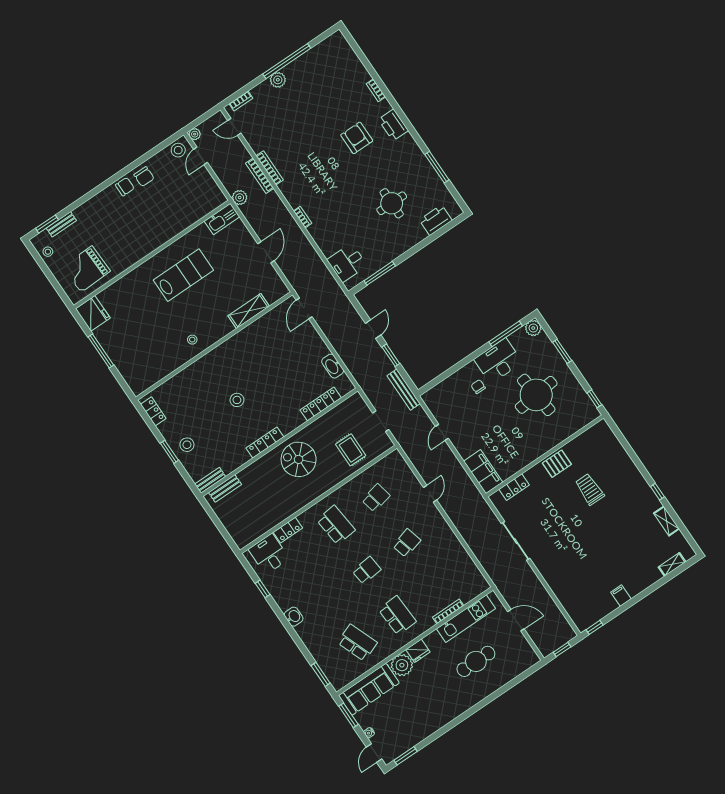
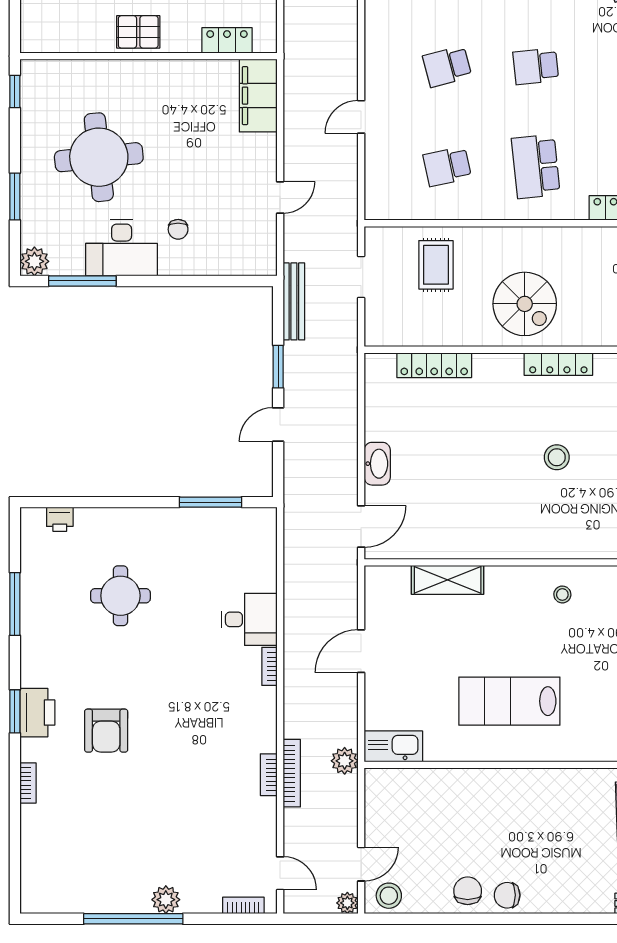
window: (404, 119) -> (15, 711), added
bookcase: (270, 168) -> (269, 775), width x0.64
printer: (436, 220) -> (60, 519), width x0.53, depth x0.68
desk: (347, 263) -> (249, 619), moved
washbasin: (333, 366) -> (377, 464), moved

